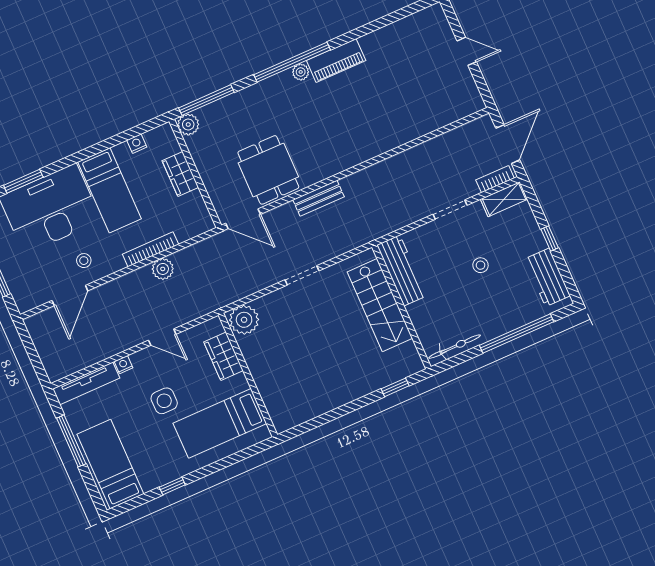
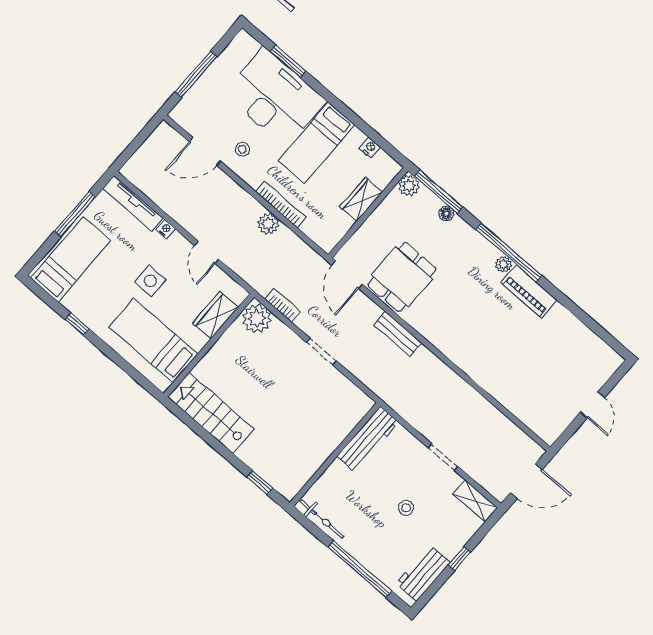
floor lamp: (230, 102) -> (446, 214), added
bookcase: (495, 179) -> (283, 305), moved
stairs: (380, 305) -> (211, 413), moved, turned 90

